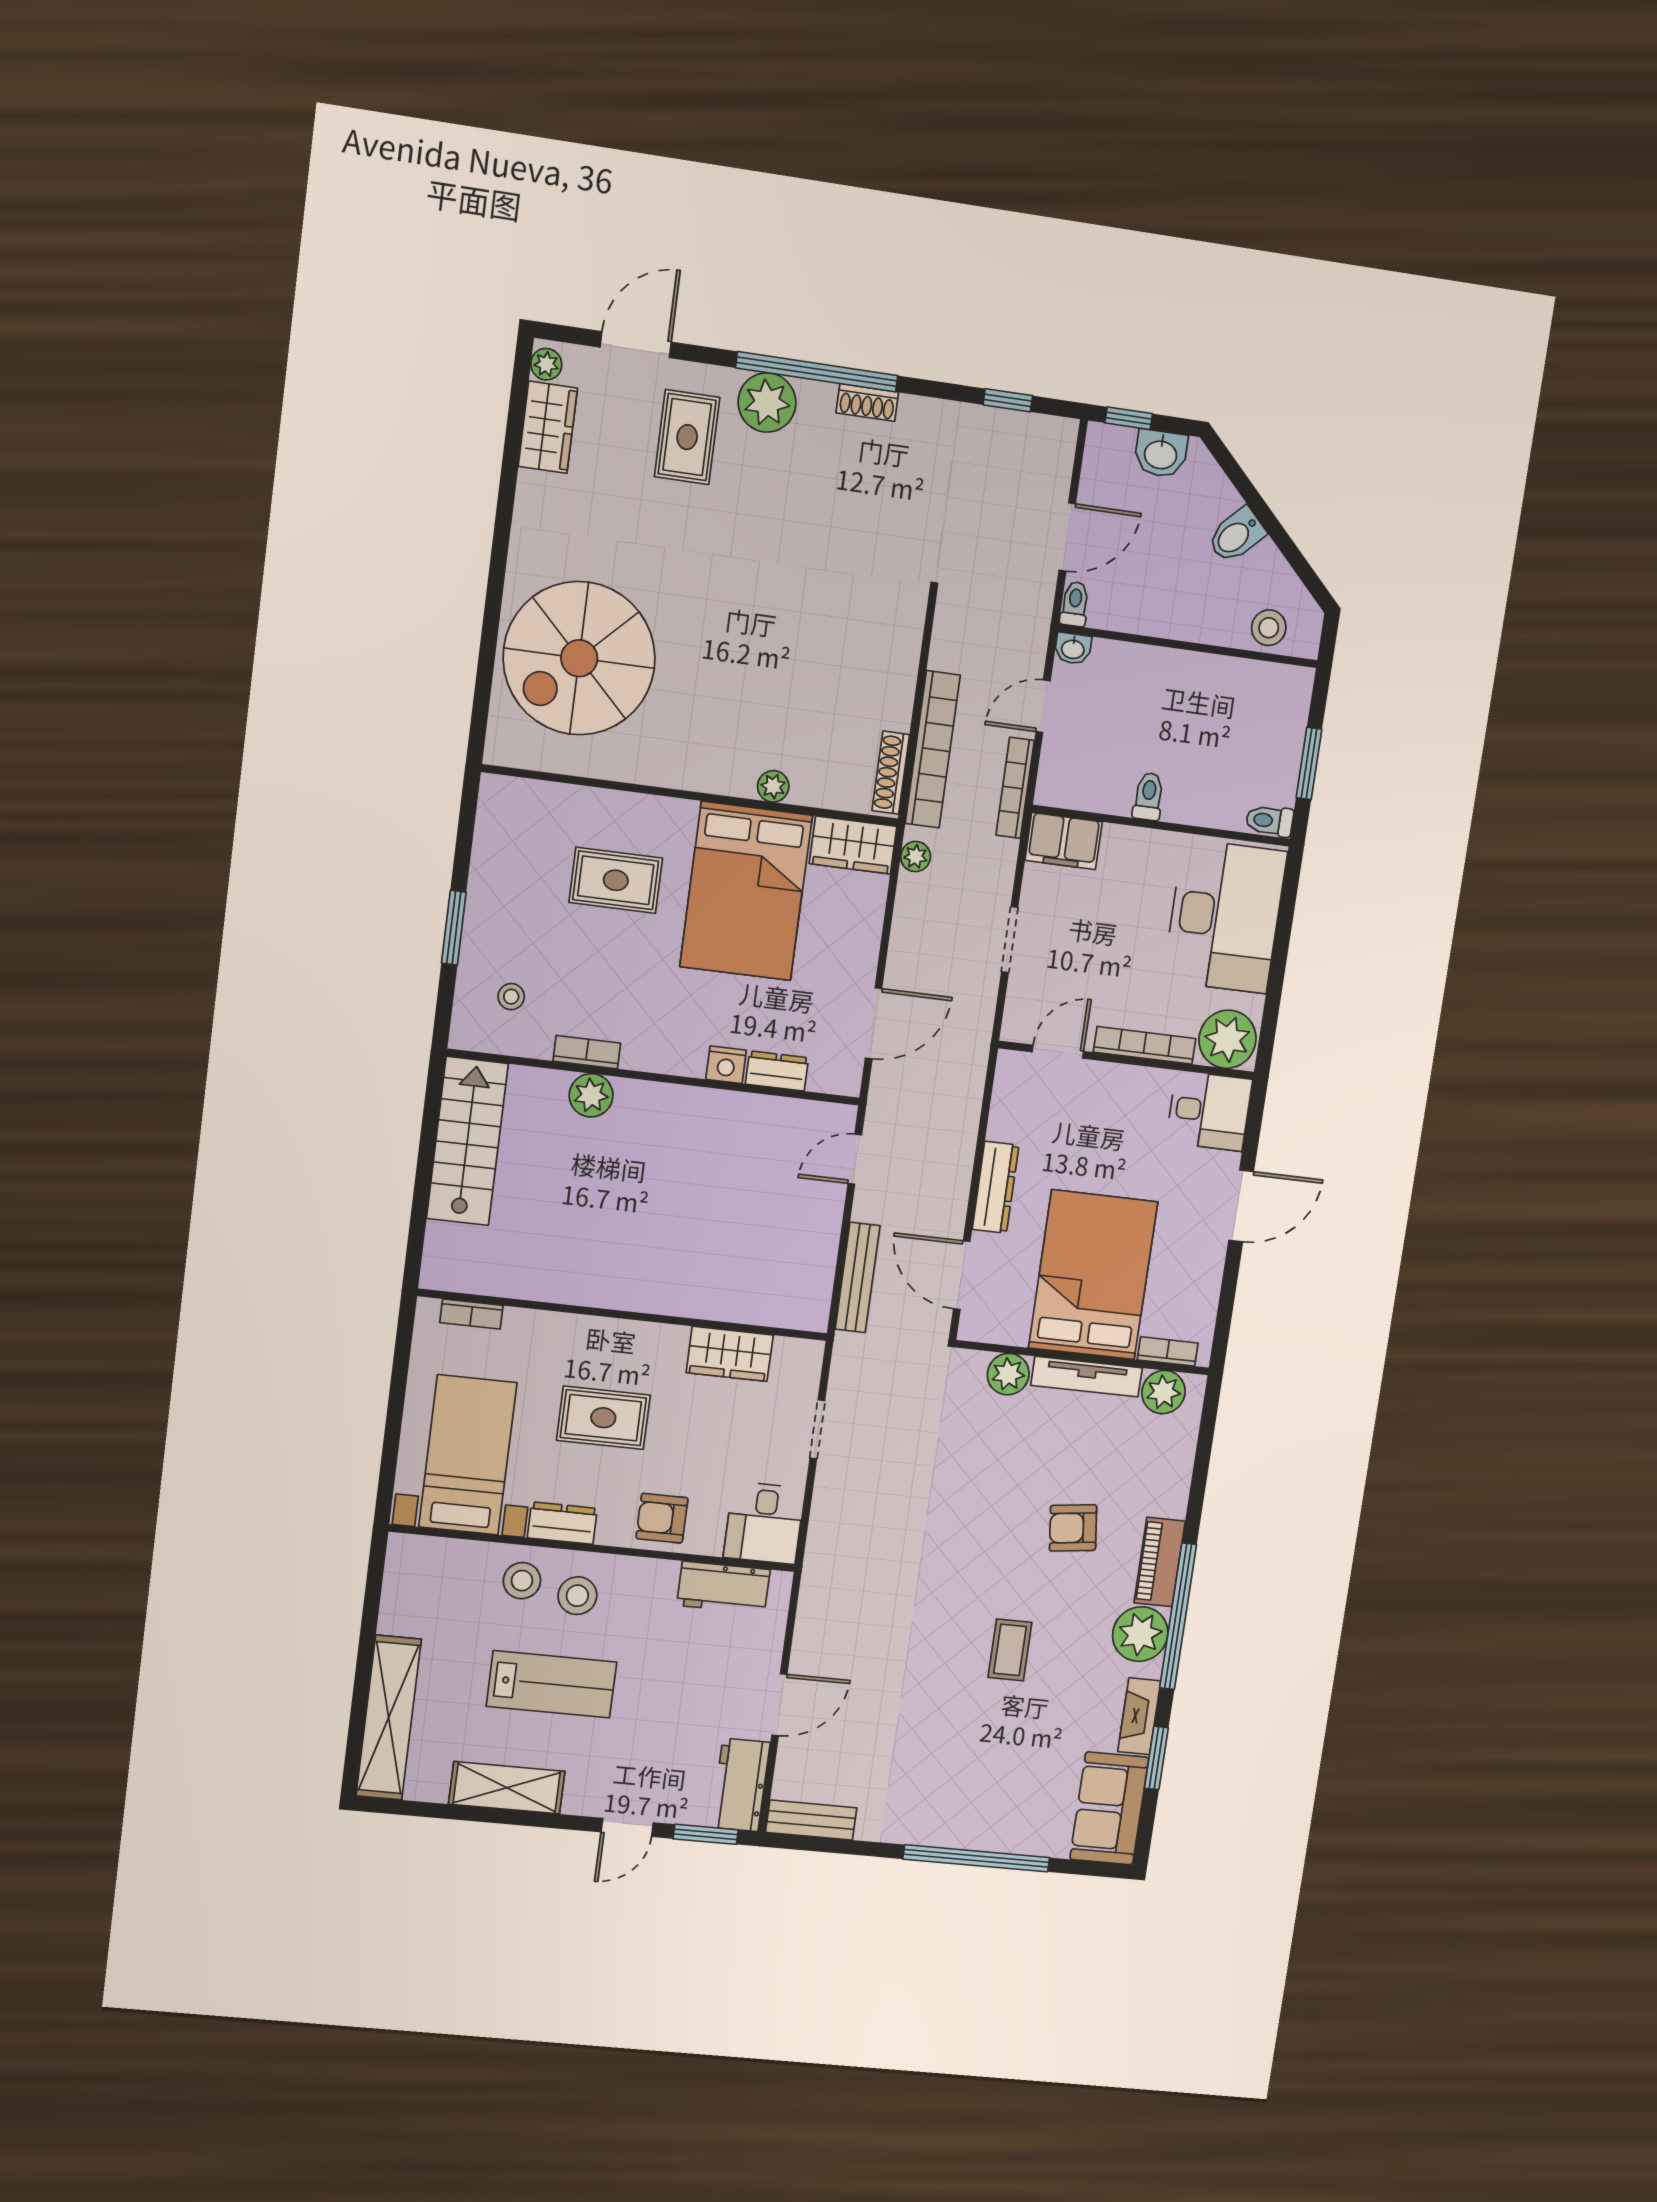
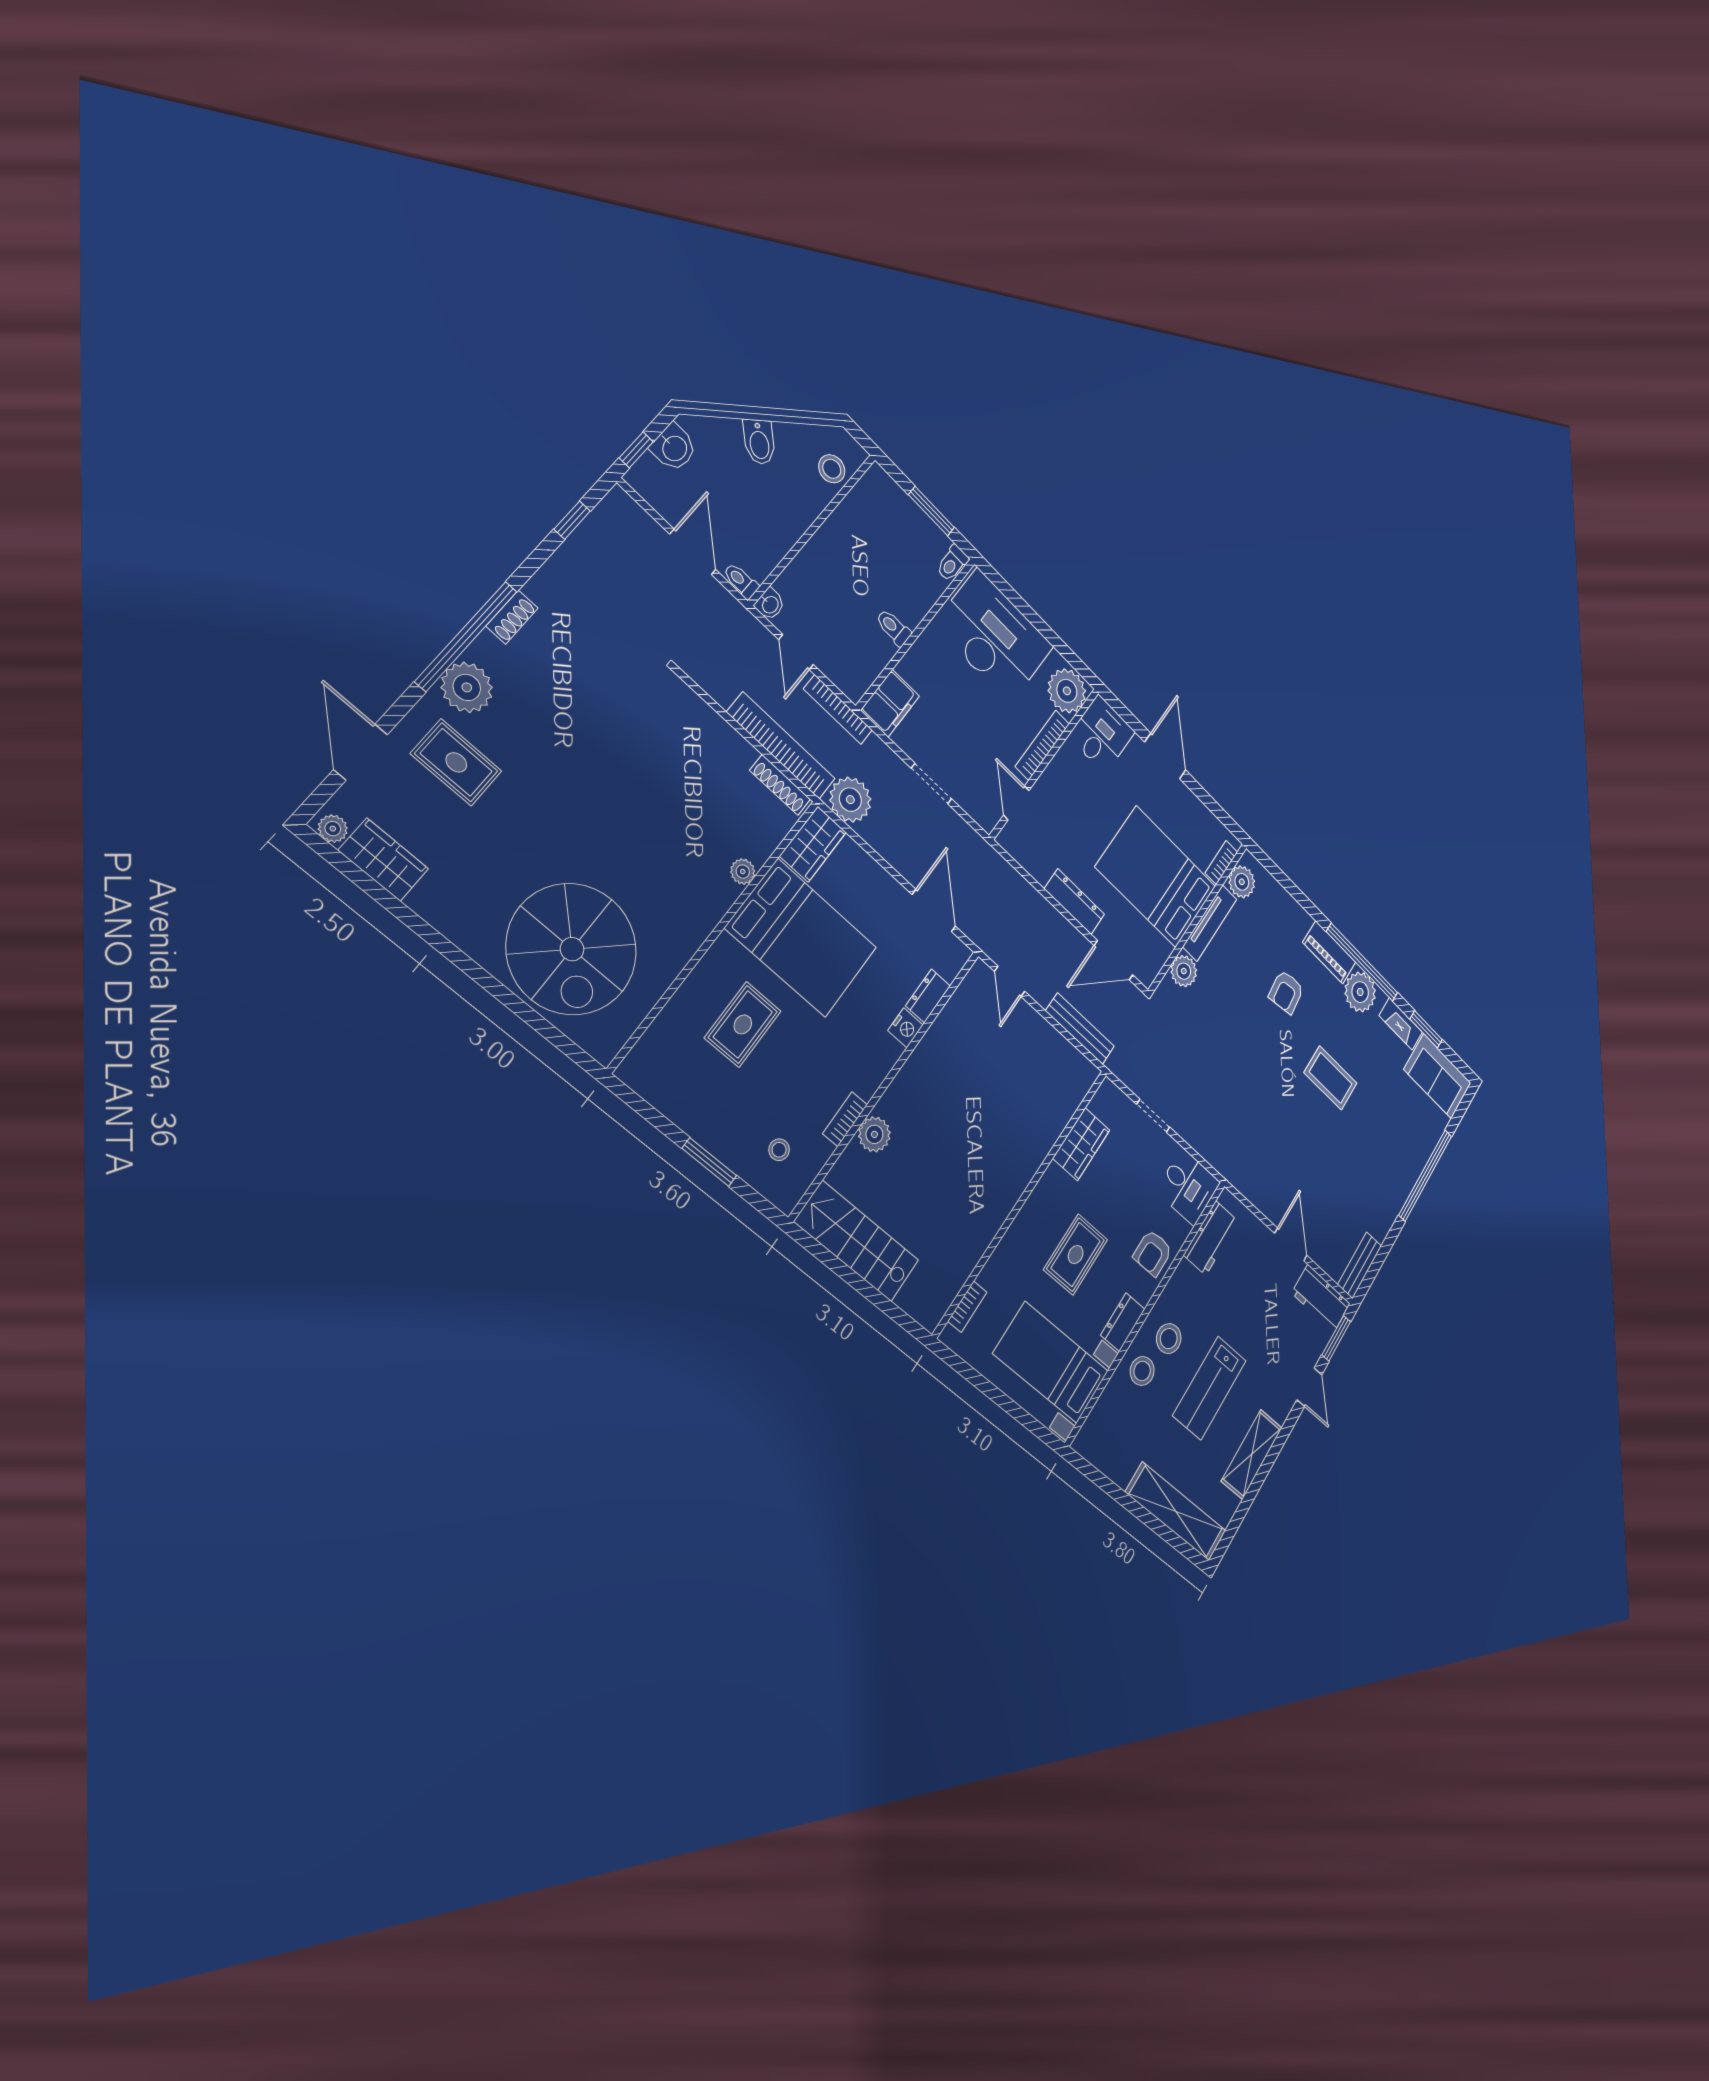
plant: (916, 857) -> (850, 800), width x1.87, depth x1.87
coffee table: (1010, 1650) -> (1331, 1078), width x1.36, depth x1.30
lab bench: (551, 1684) -> (1210, 1388), turned 180

